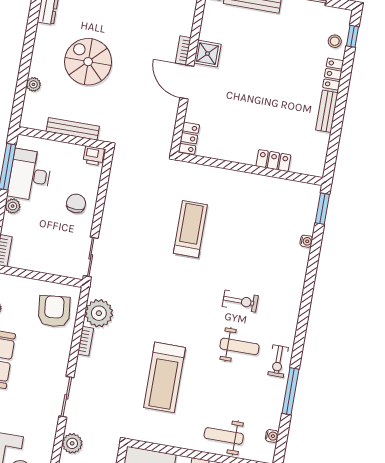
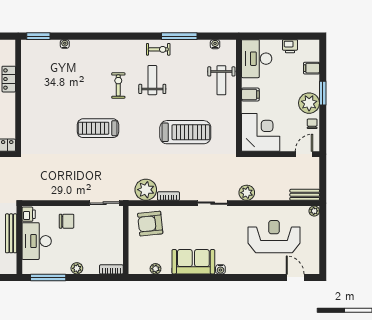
desk: (30, 175) -> (37, 241), moved, turned 90
chair: (76, 203) -> (67, 221), turned 180
treadmill: (190, 229) -> (98, 128), moved

